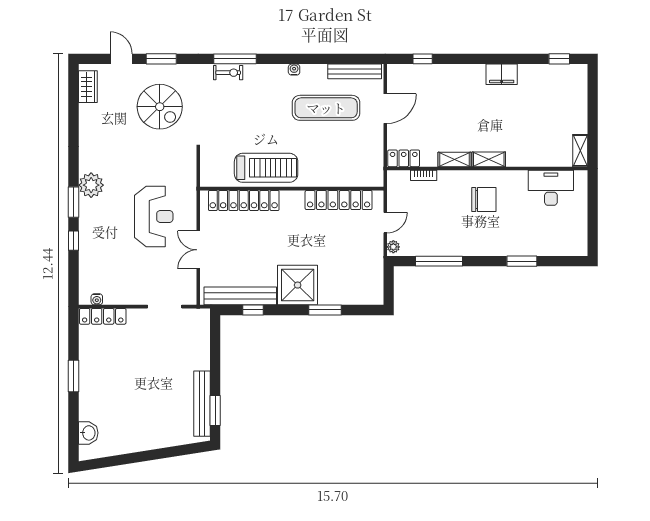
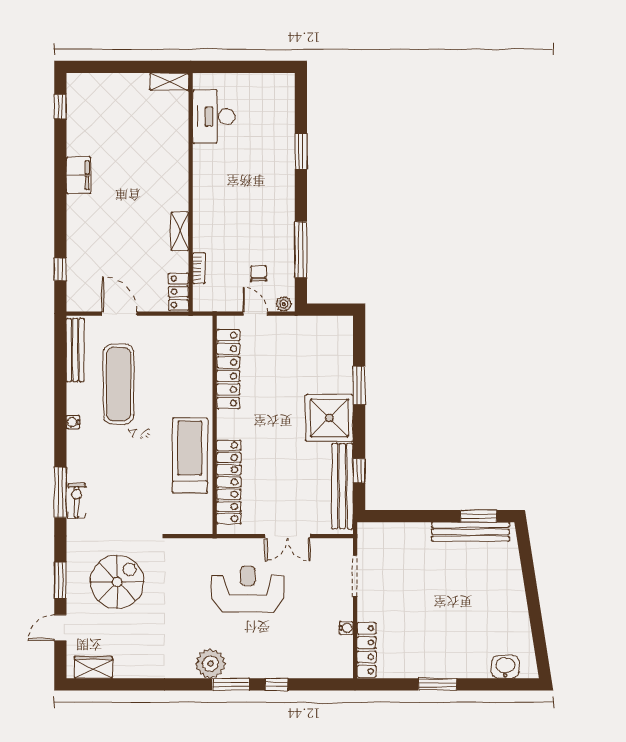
shelving: (489, 159) -> (180, 190), removed
chair: (484, 199) -> (259, 274), moved, width x0.54, depth x0.54
water cooler: (97, 299) -> (346, 628), moved

